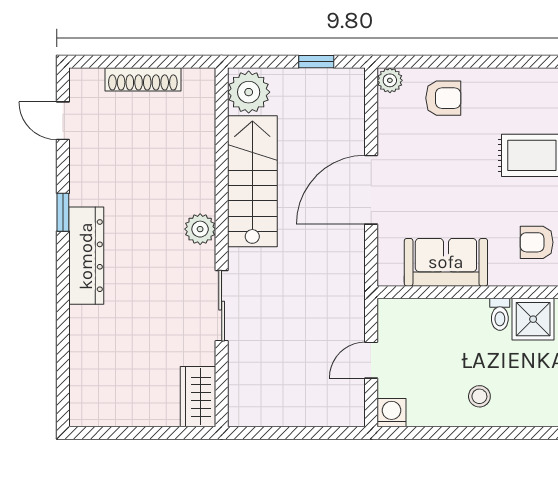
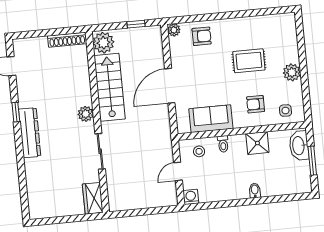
shoe rack: (143, 79) -> (67, 40), moved
toilet: (500, 314) -> (223, 144), moved
stool: (479, 396) -> (199, 151), moved
bidet: (519, 412) -> (255, 191), added

